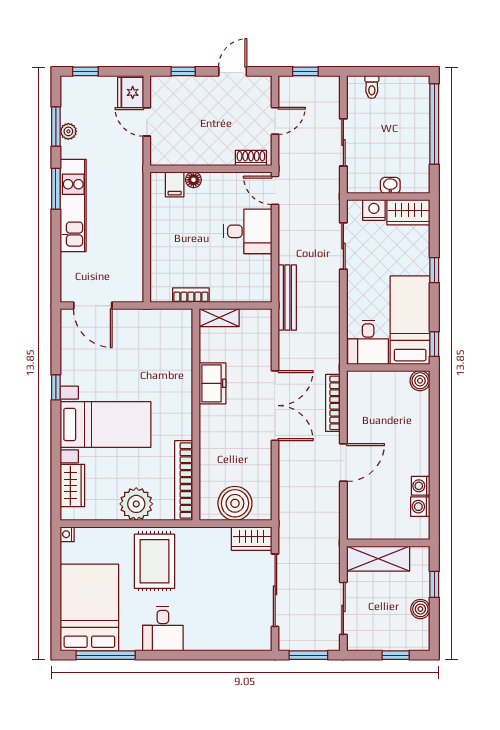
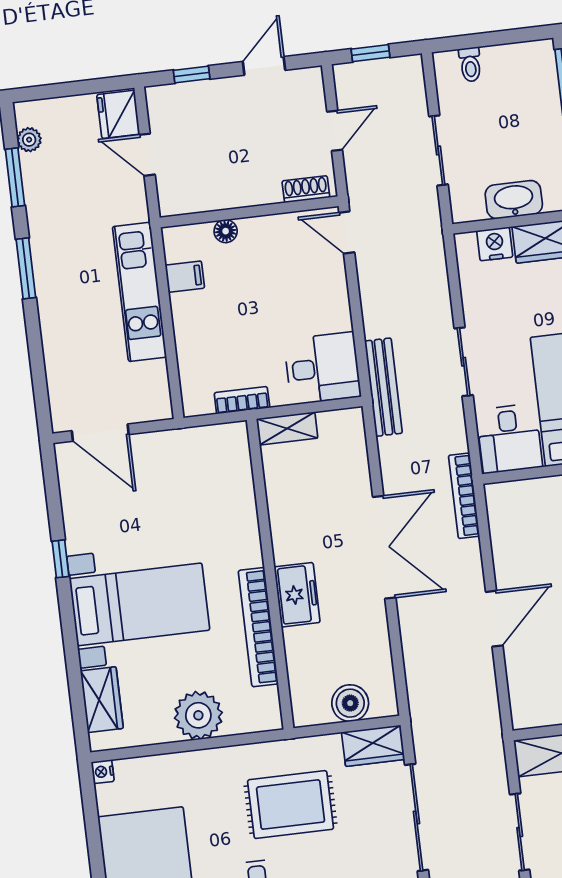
window: (85, 71) -> (48, 92), removed
plant: (68, 131) -> (29, 140), moved
filing cabinet: (175, 184) -> (185, 277), moved, turned -90
washbasin: (390, 185) -> (514, 200), width x1.91, depth x1.45
kitchen unit: (73, 205) -> (139, 292), moved, turned 180
desk: (248, 231) -> (323, 368), moved
sliding door: (343, 246) -> (464, 362), moved
freezer: (212, 383) -> (297, 595), moved
bookcase: (333, 403) -> (464, 496), moved
bookcase: (184, 481) -> (258, 627), moved
boiler: (235, 503) -> (350, 703), width x0.73, depth x0.73
rug: (154, 561) -> (291, 805), moved, turned 90

